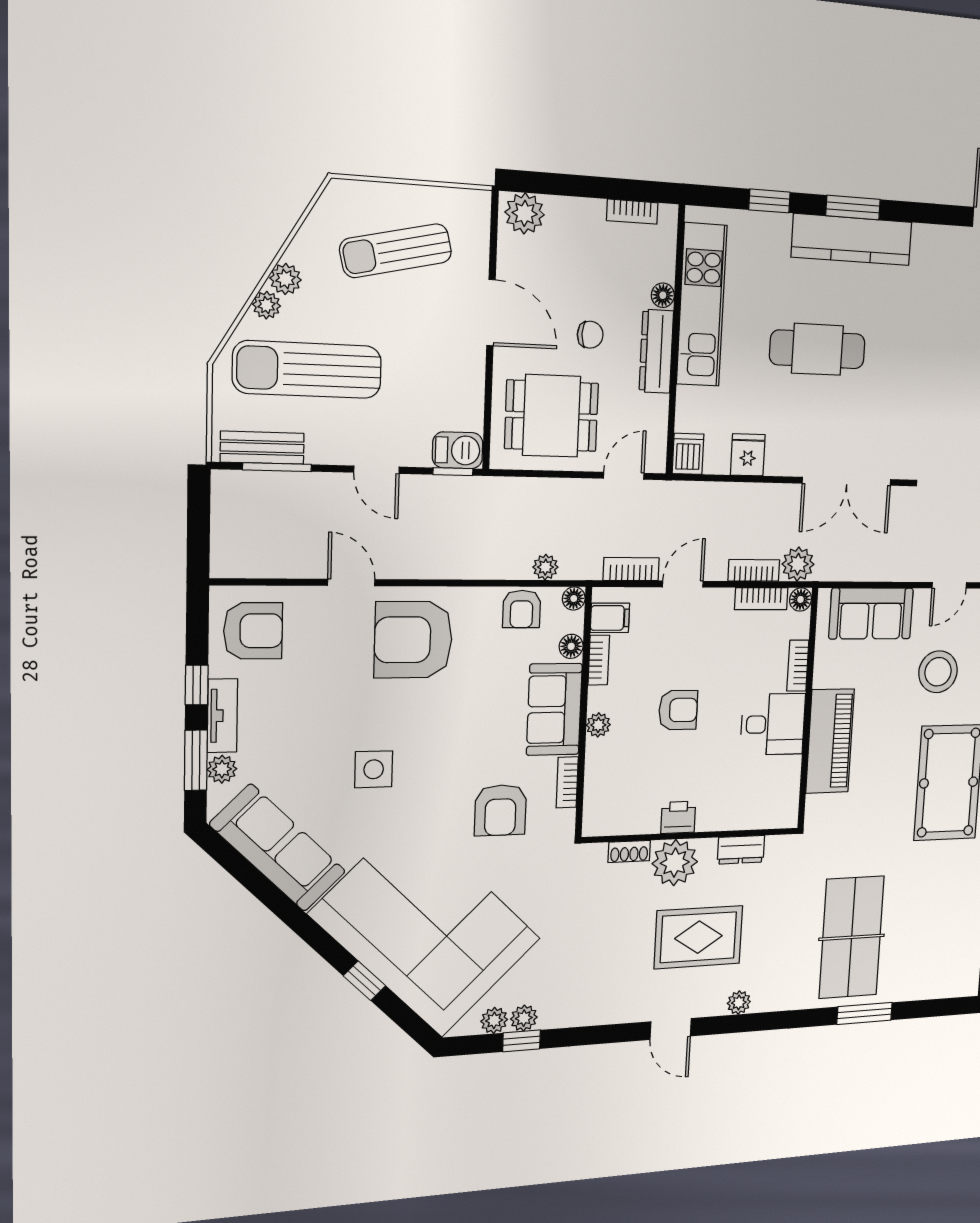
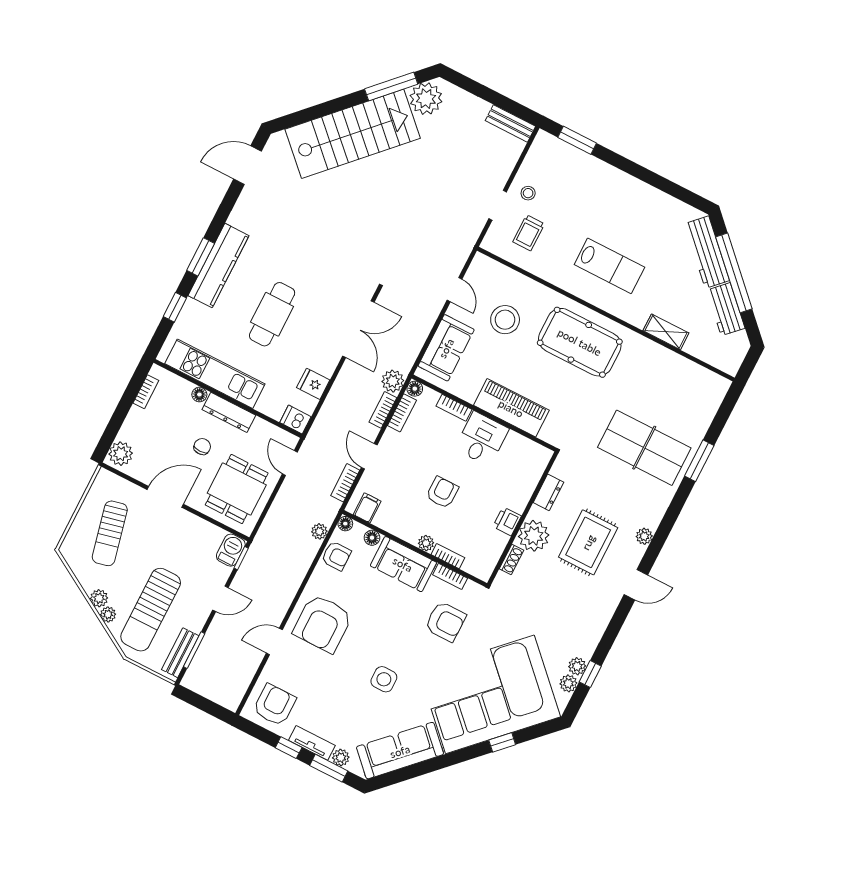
bookcase: (599, 660) -> (448, 556), moved

